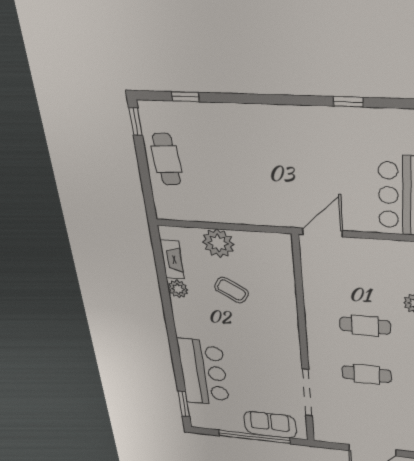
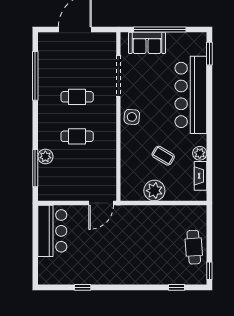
plant: (218, 243) -> (154, 191), moved
side table: (283, 343) -> (132, 117), added
bar counter: (203, 372) -> (191, 95), width x1.36

